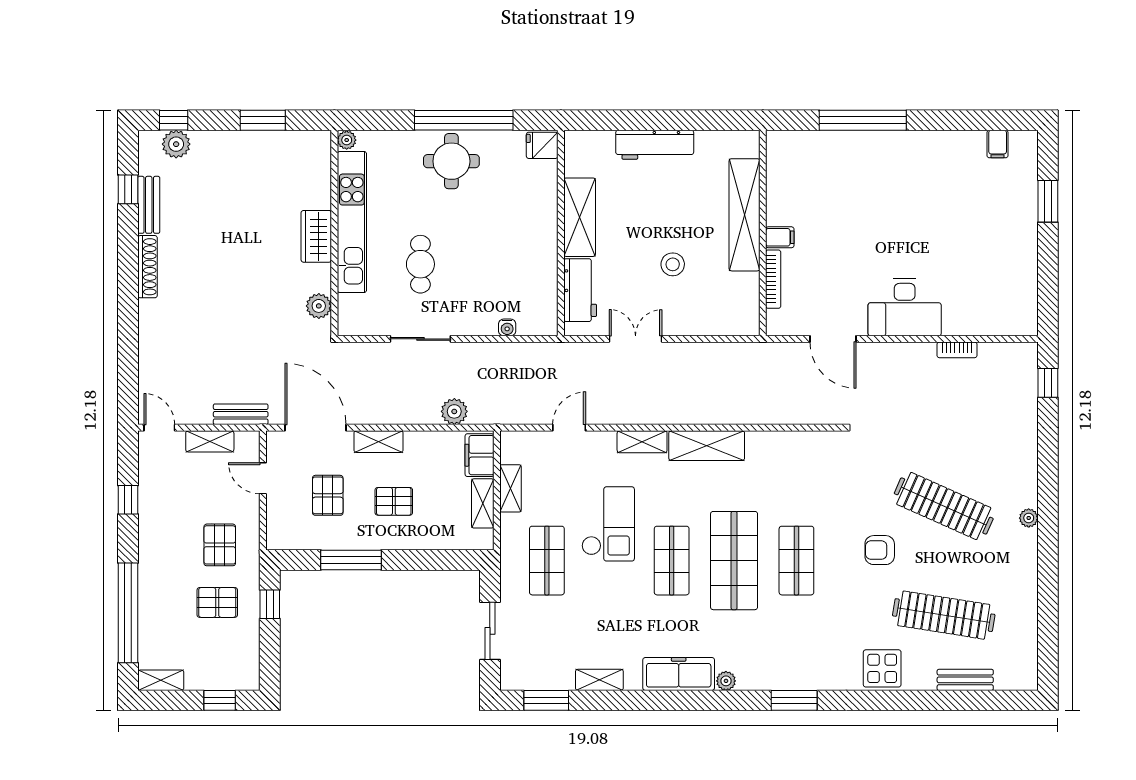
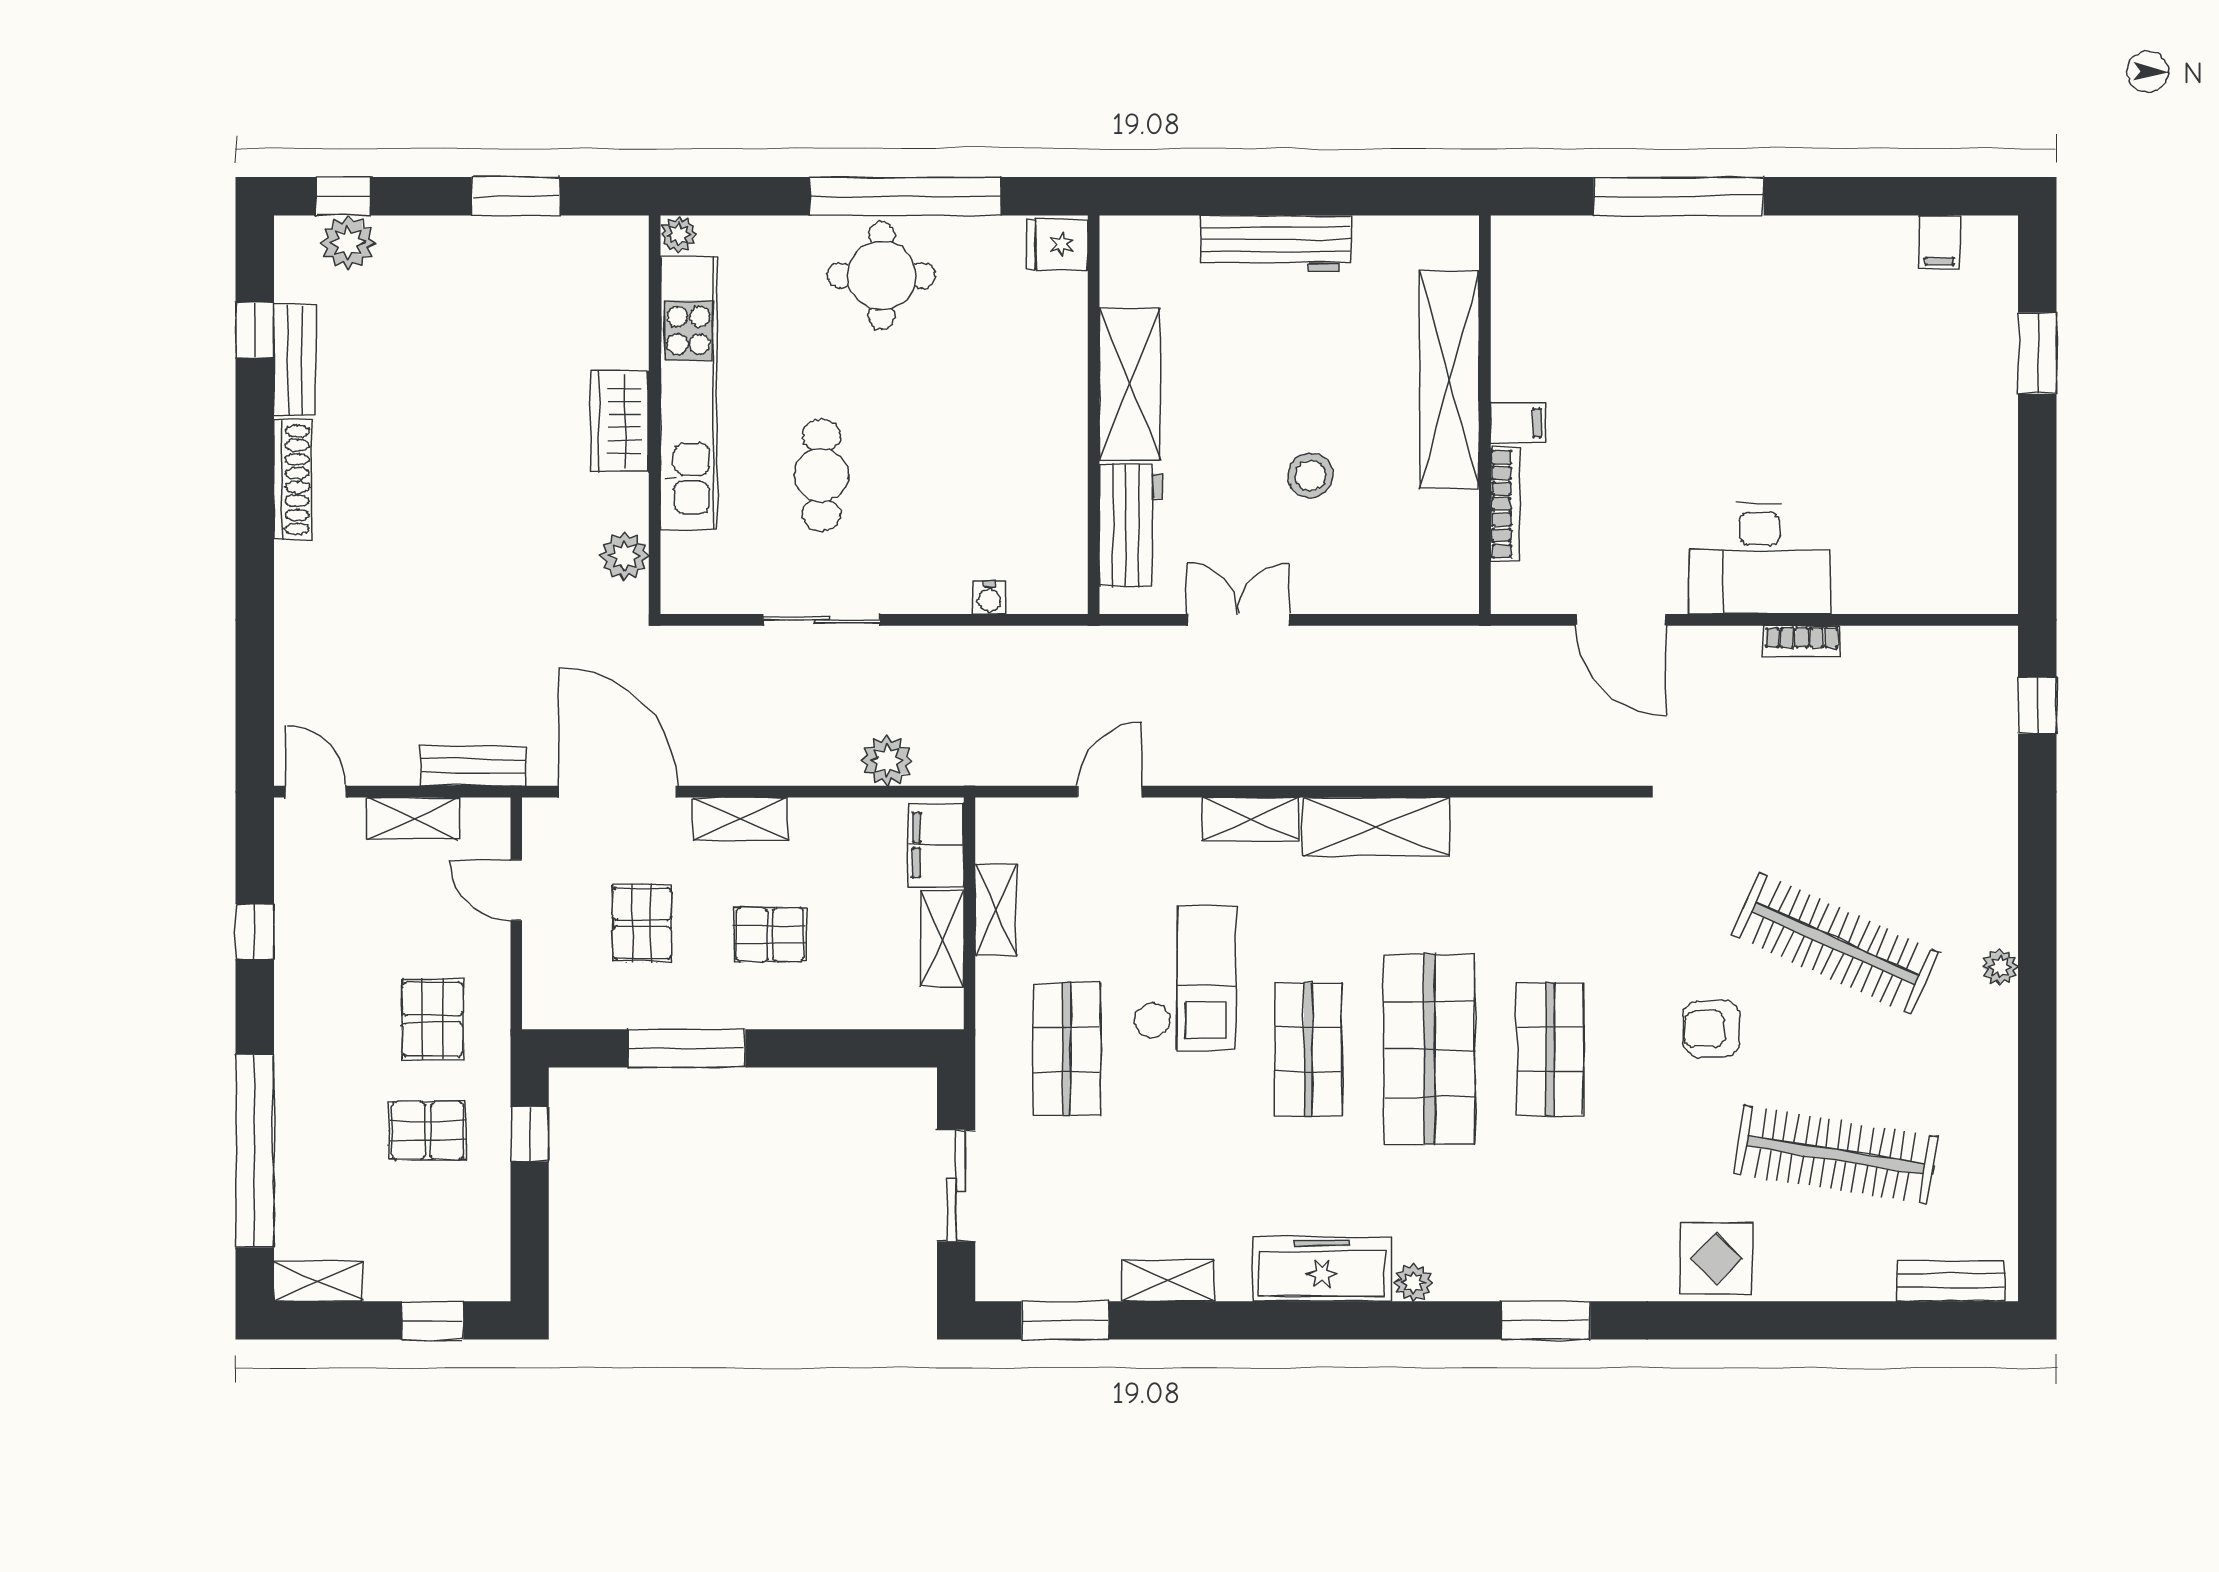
bookcase: (957, 350) -> (1802, 641), moved
bench: (965, 680) -> (1951, 1281), moved

